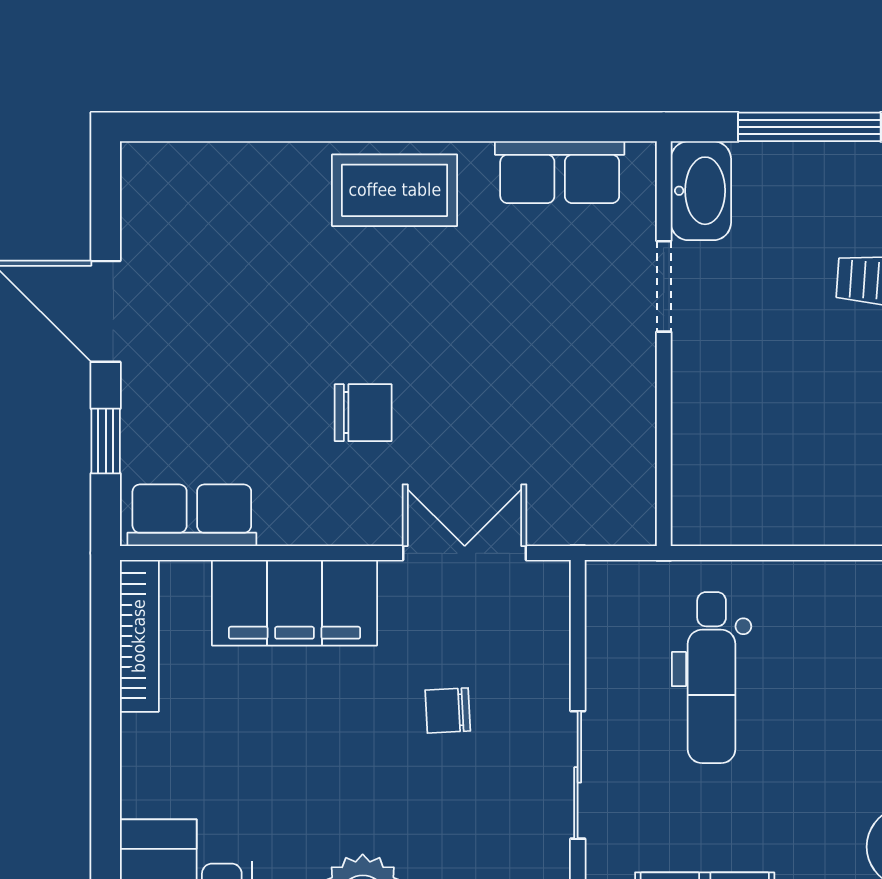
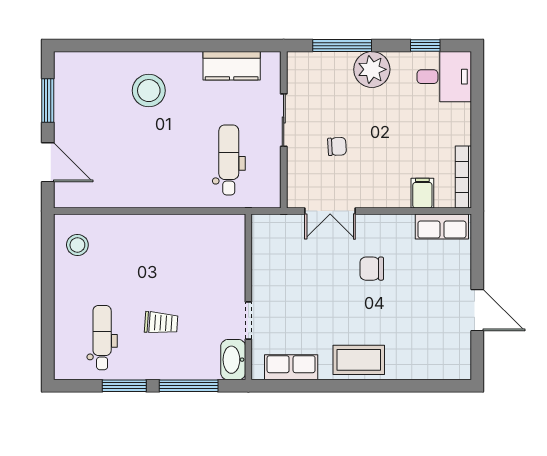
window: (106, 441) -> (477, 257), removed
filing cabinet: (294, 603) -> (422, 193), width x0.33, depth x0.86

